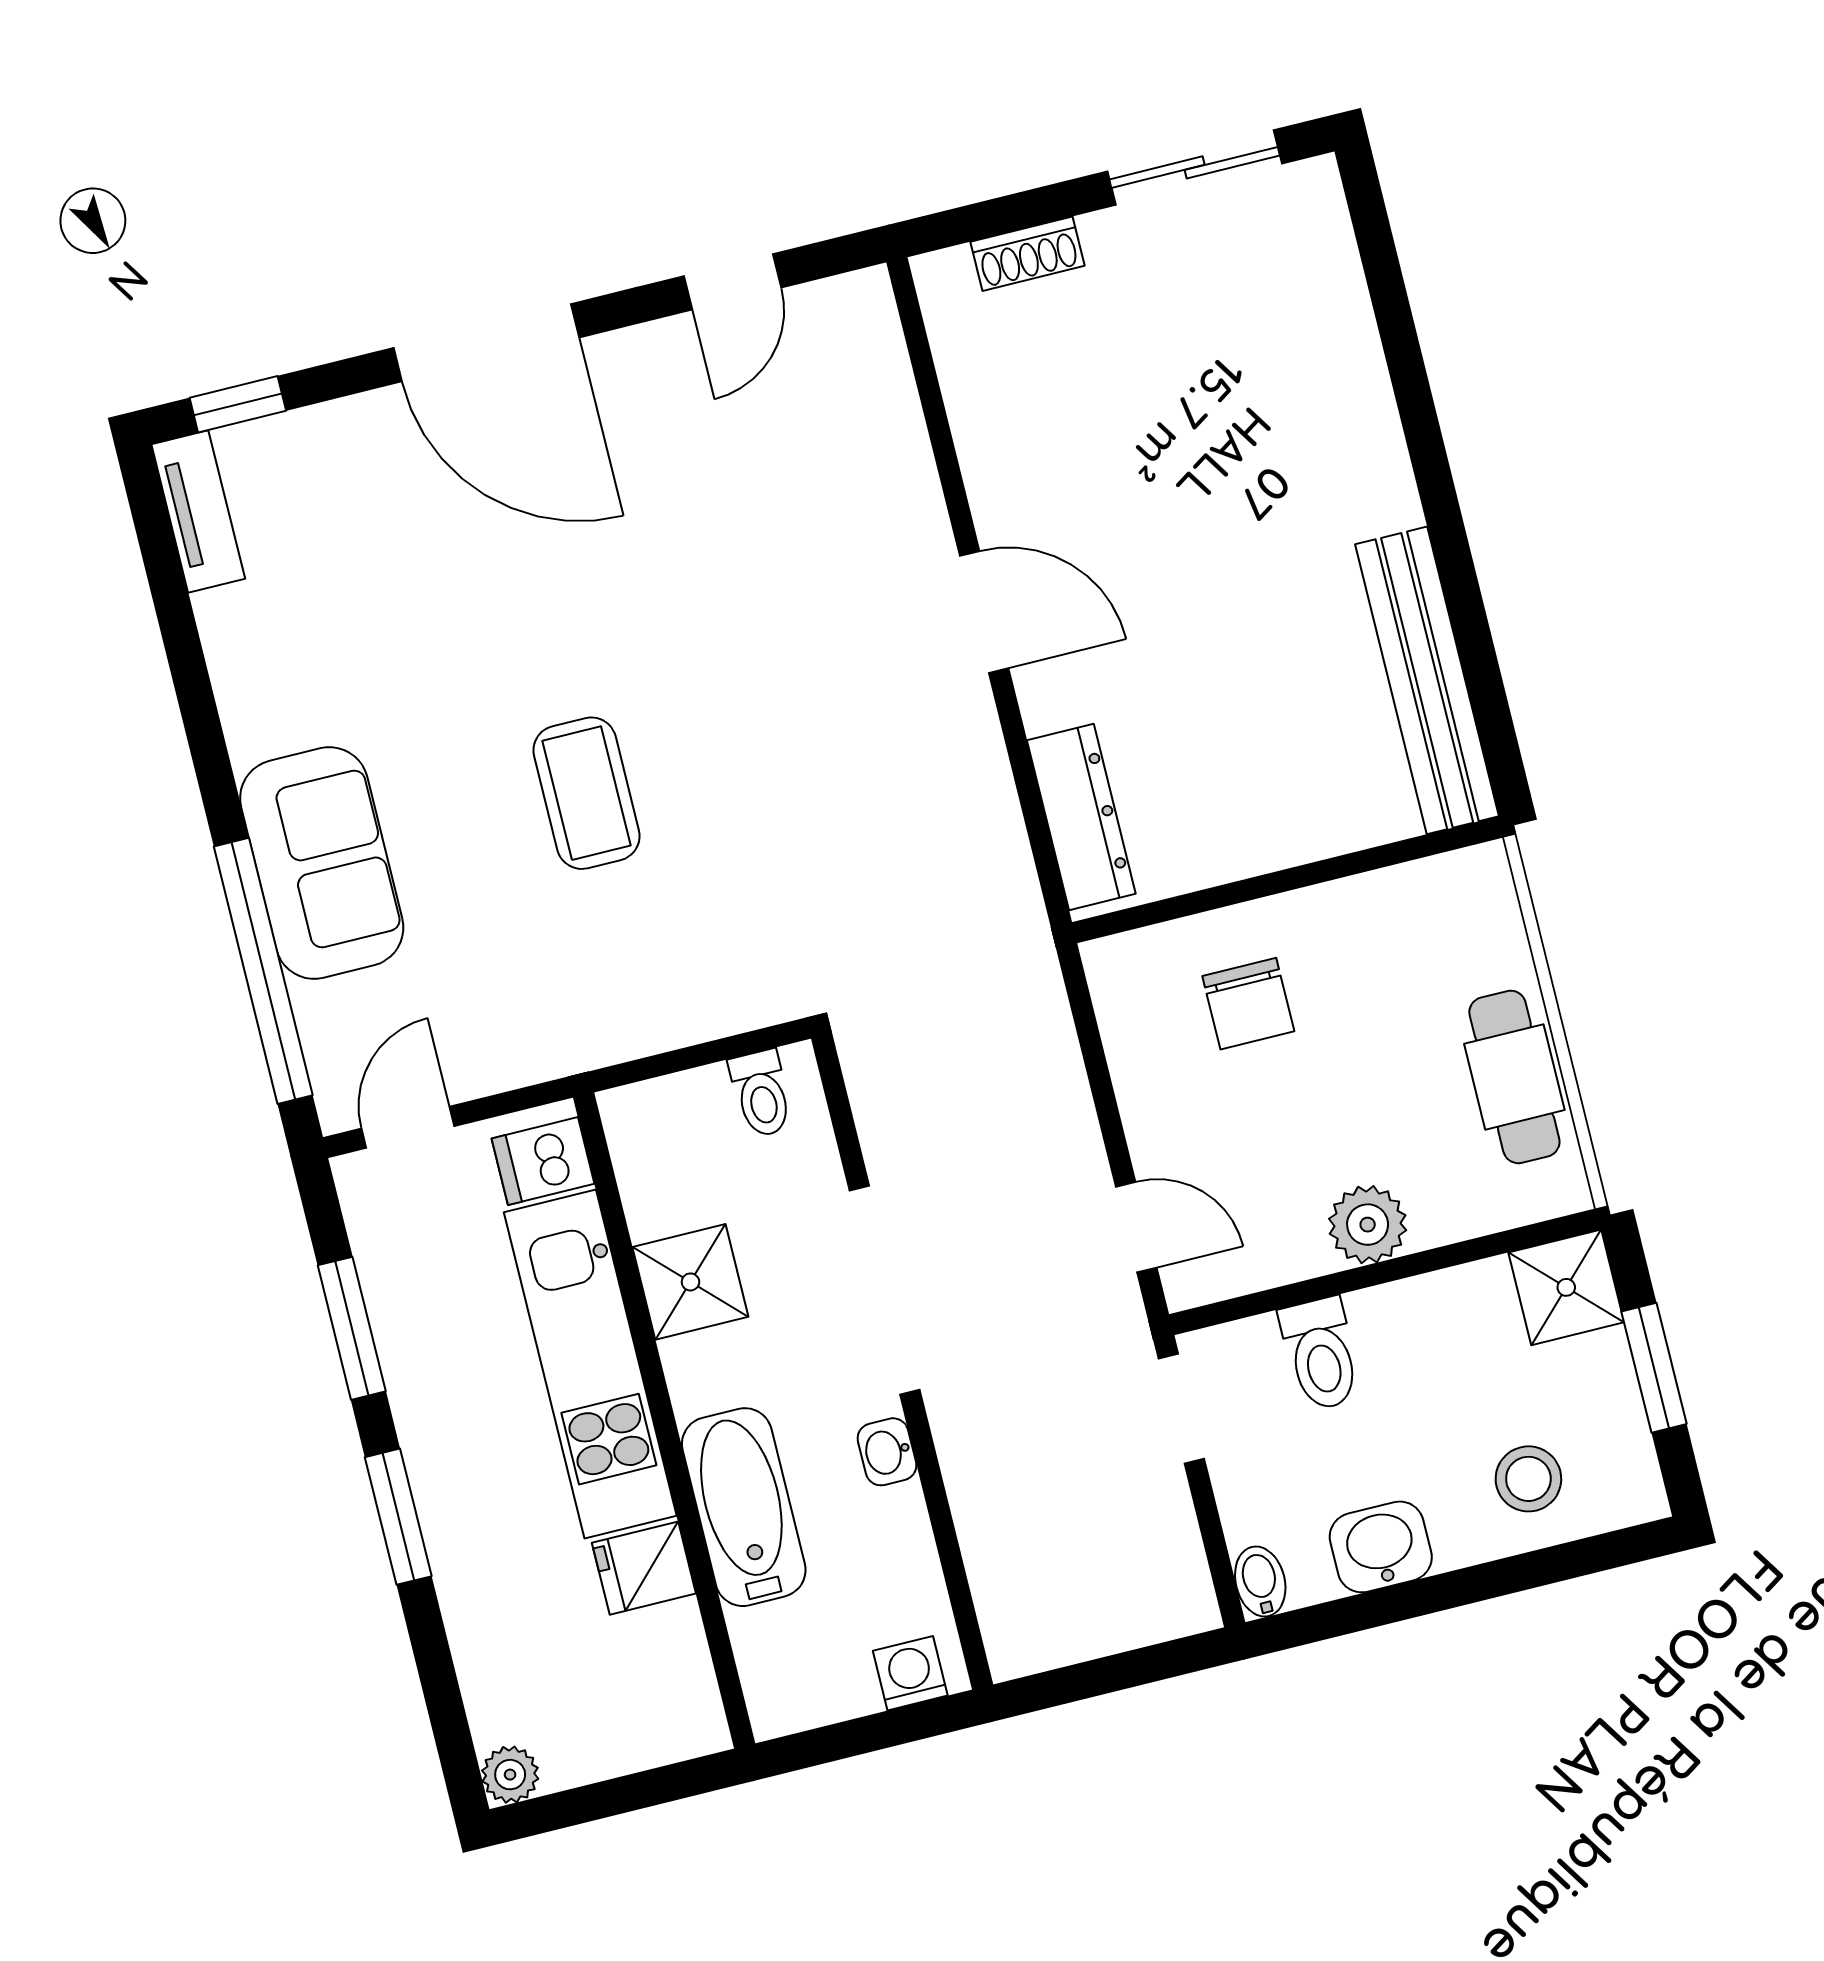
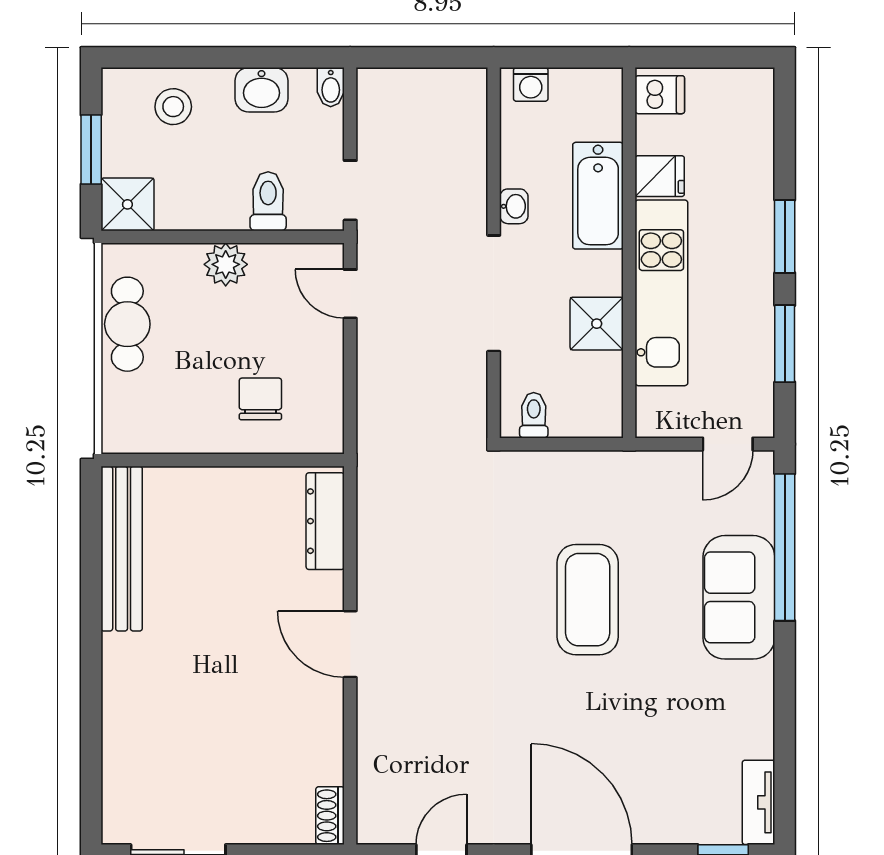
shoe rack: (1027, 254) -> (330, 816), moved, turned -90
coffee table: (586, 793) -> (588, 600), width x1.36, depth x1.32
dishwasher: (543, 1161) -> (660, 95), moved
plant: (510, 1775) -> (759, 83), removed

